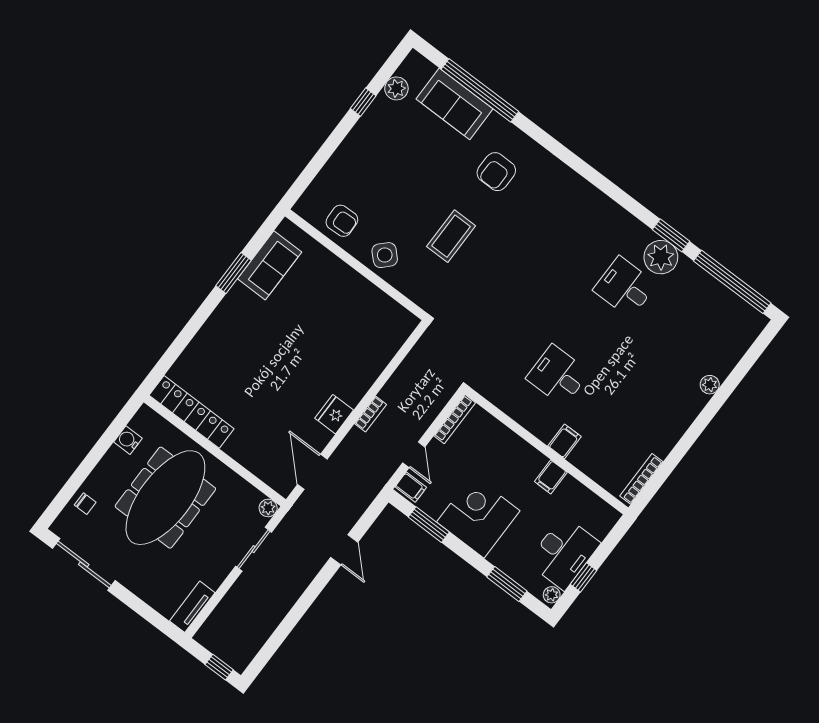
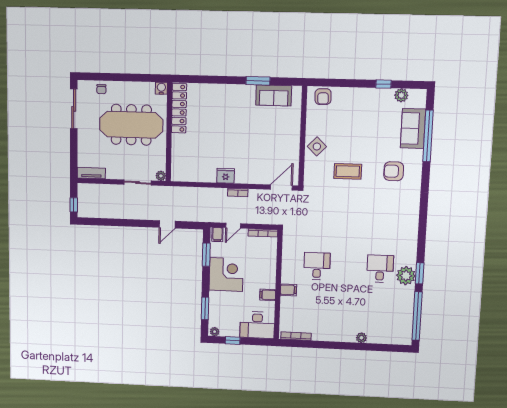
armchair: (342, 221) -> (323, 97), moved
water cooler: (128, 440) -> (161, 88), moved
door: (312, 472) -> (281, 187), moved
desk: (564, 553) -> (257, 325), moved

